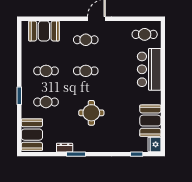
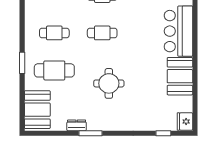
cafe table: (46, 102) -> (54, 70), width x1.37, depth x1.35
booth: (150, 121) -> (180, 76), moved

